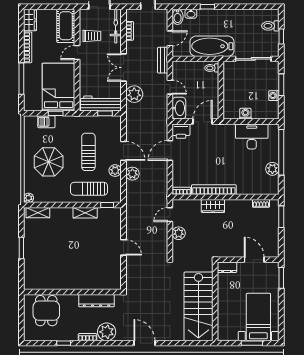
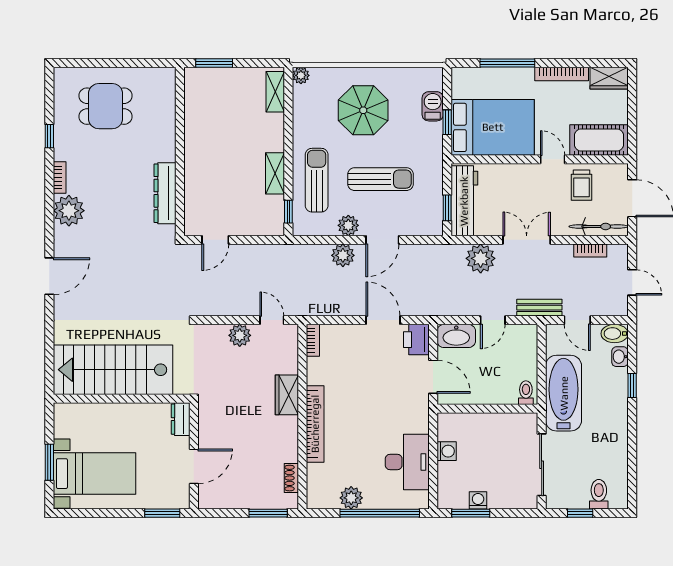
window: (281, 85) -> (471, 513), moved
bookcase: (214, 190) -> (315, 424), moved
wall: (72, 292) -> (180, 151), moved
dresser: (97, 301) -> (165, 193), moved

